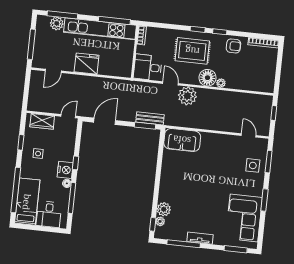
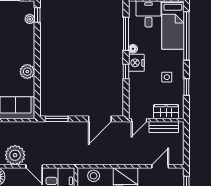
stool: (116, 69) -> (94, 176), added
bench: (150, 118) -> (164, 127), moved
plant: (164, 209) -> (27, 72), moved

